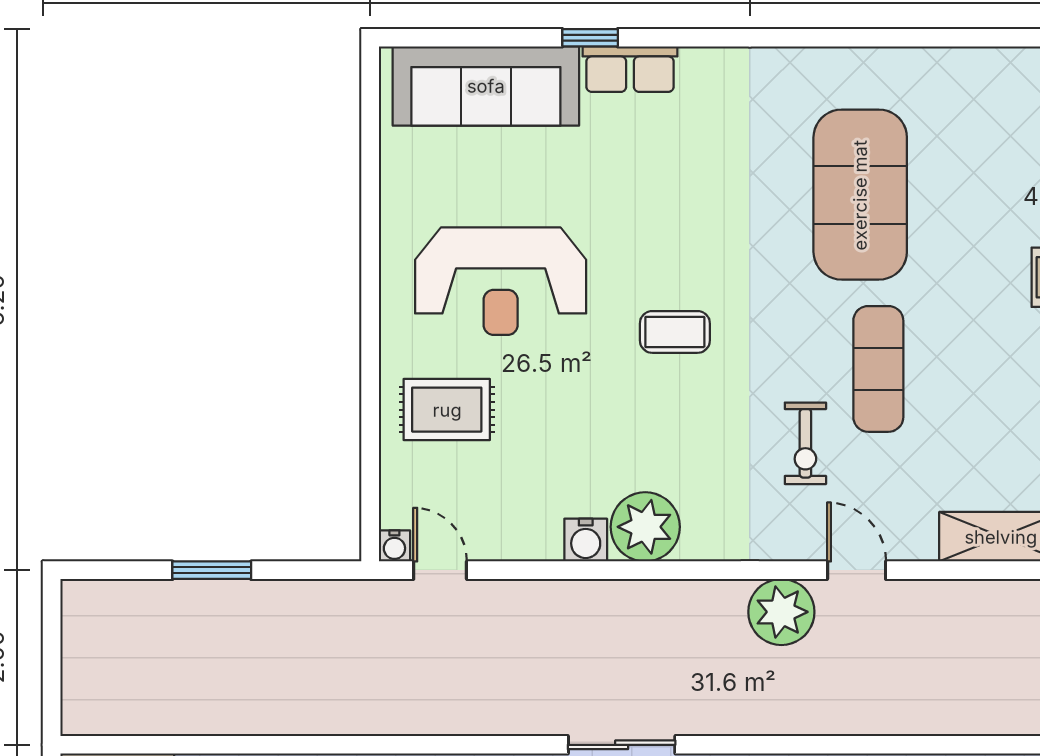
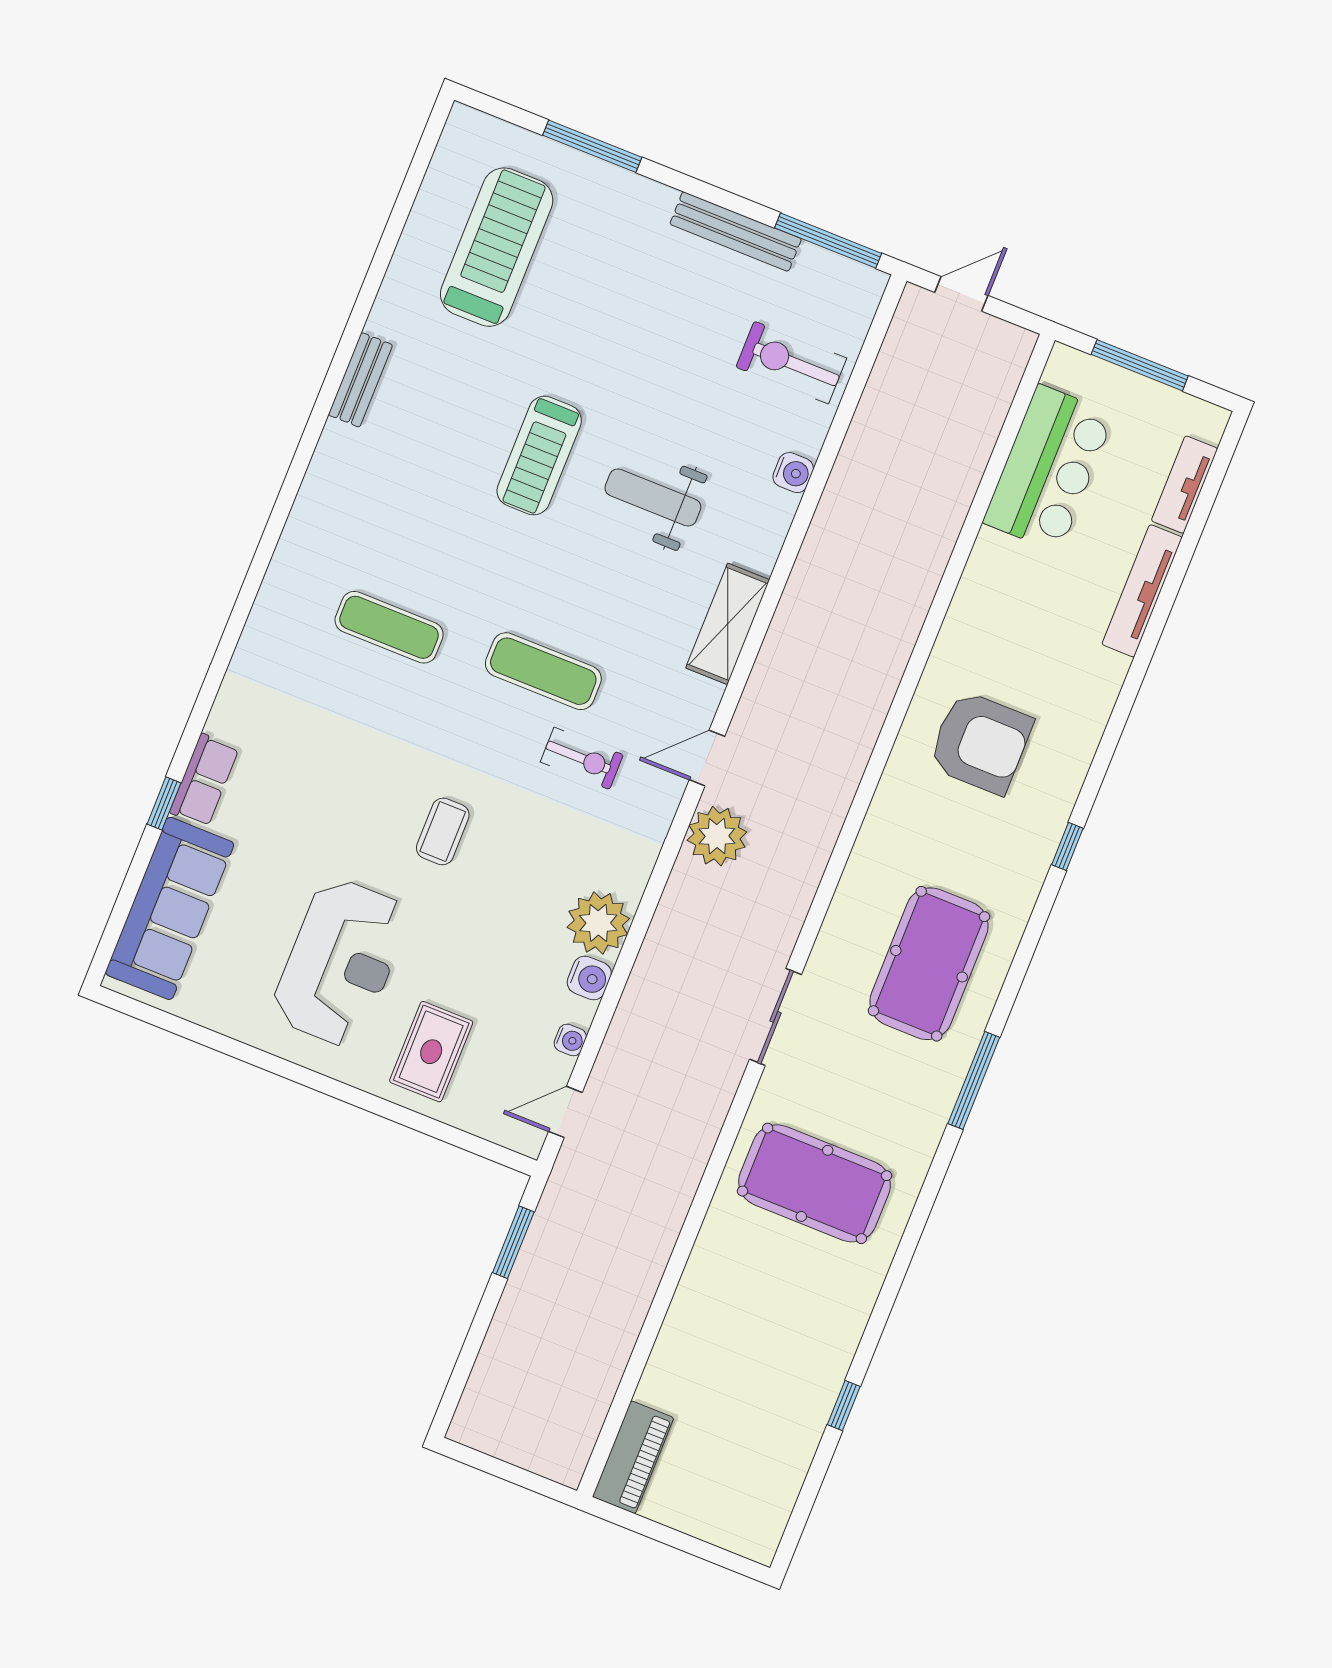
exercise mat: (860, 195) -> (389, 627), width x0.50, depth x0.69
water cooler: (394, 546) -> (570, 1040), moved
window: (212, 570) -> (513, 1242), moved

